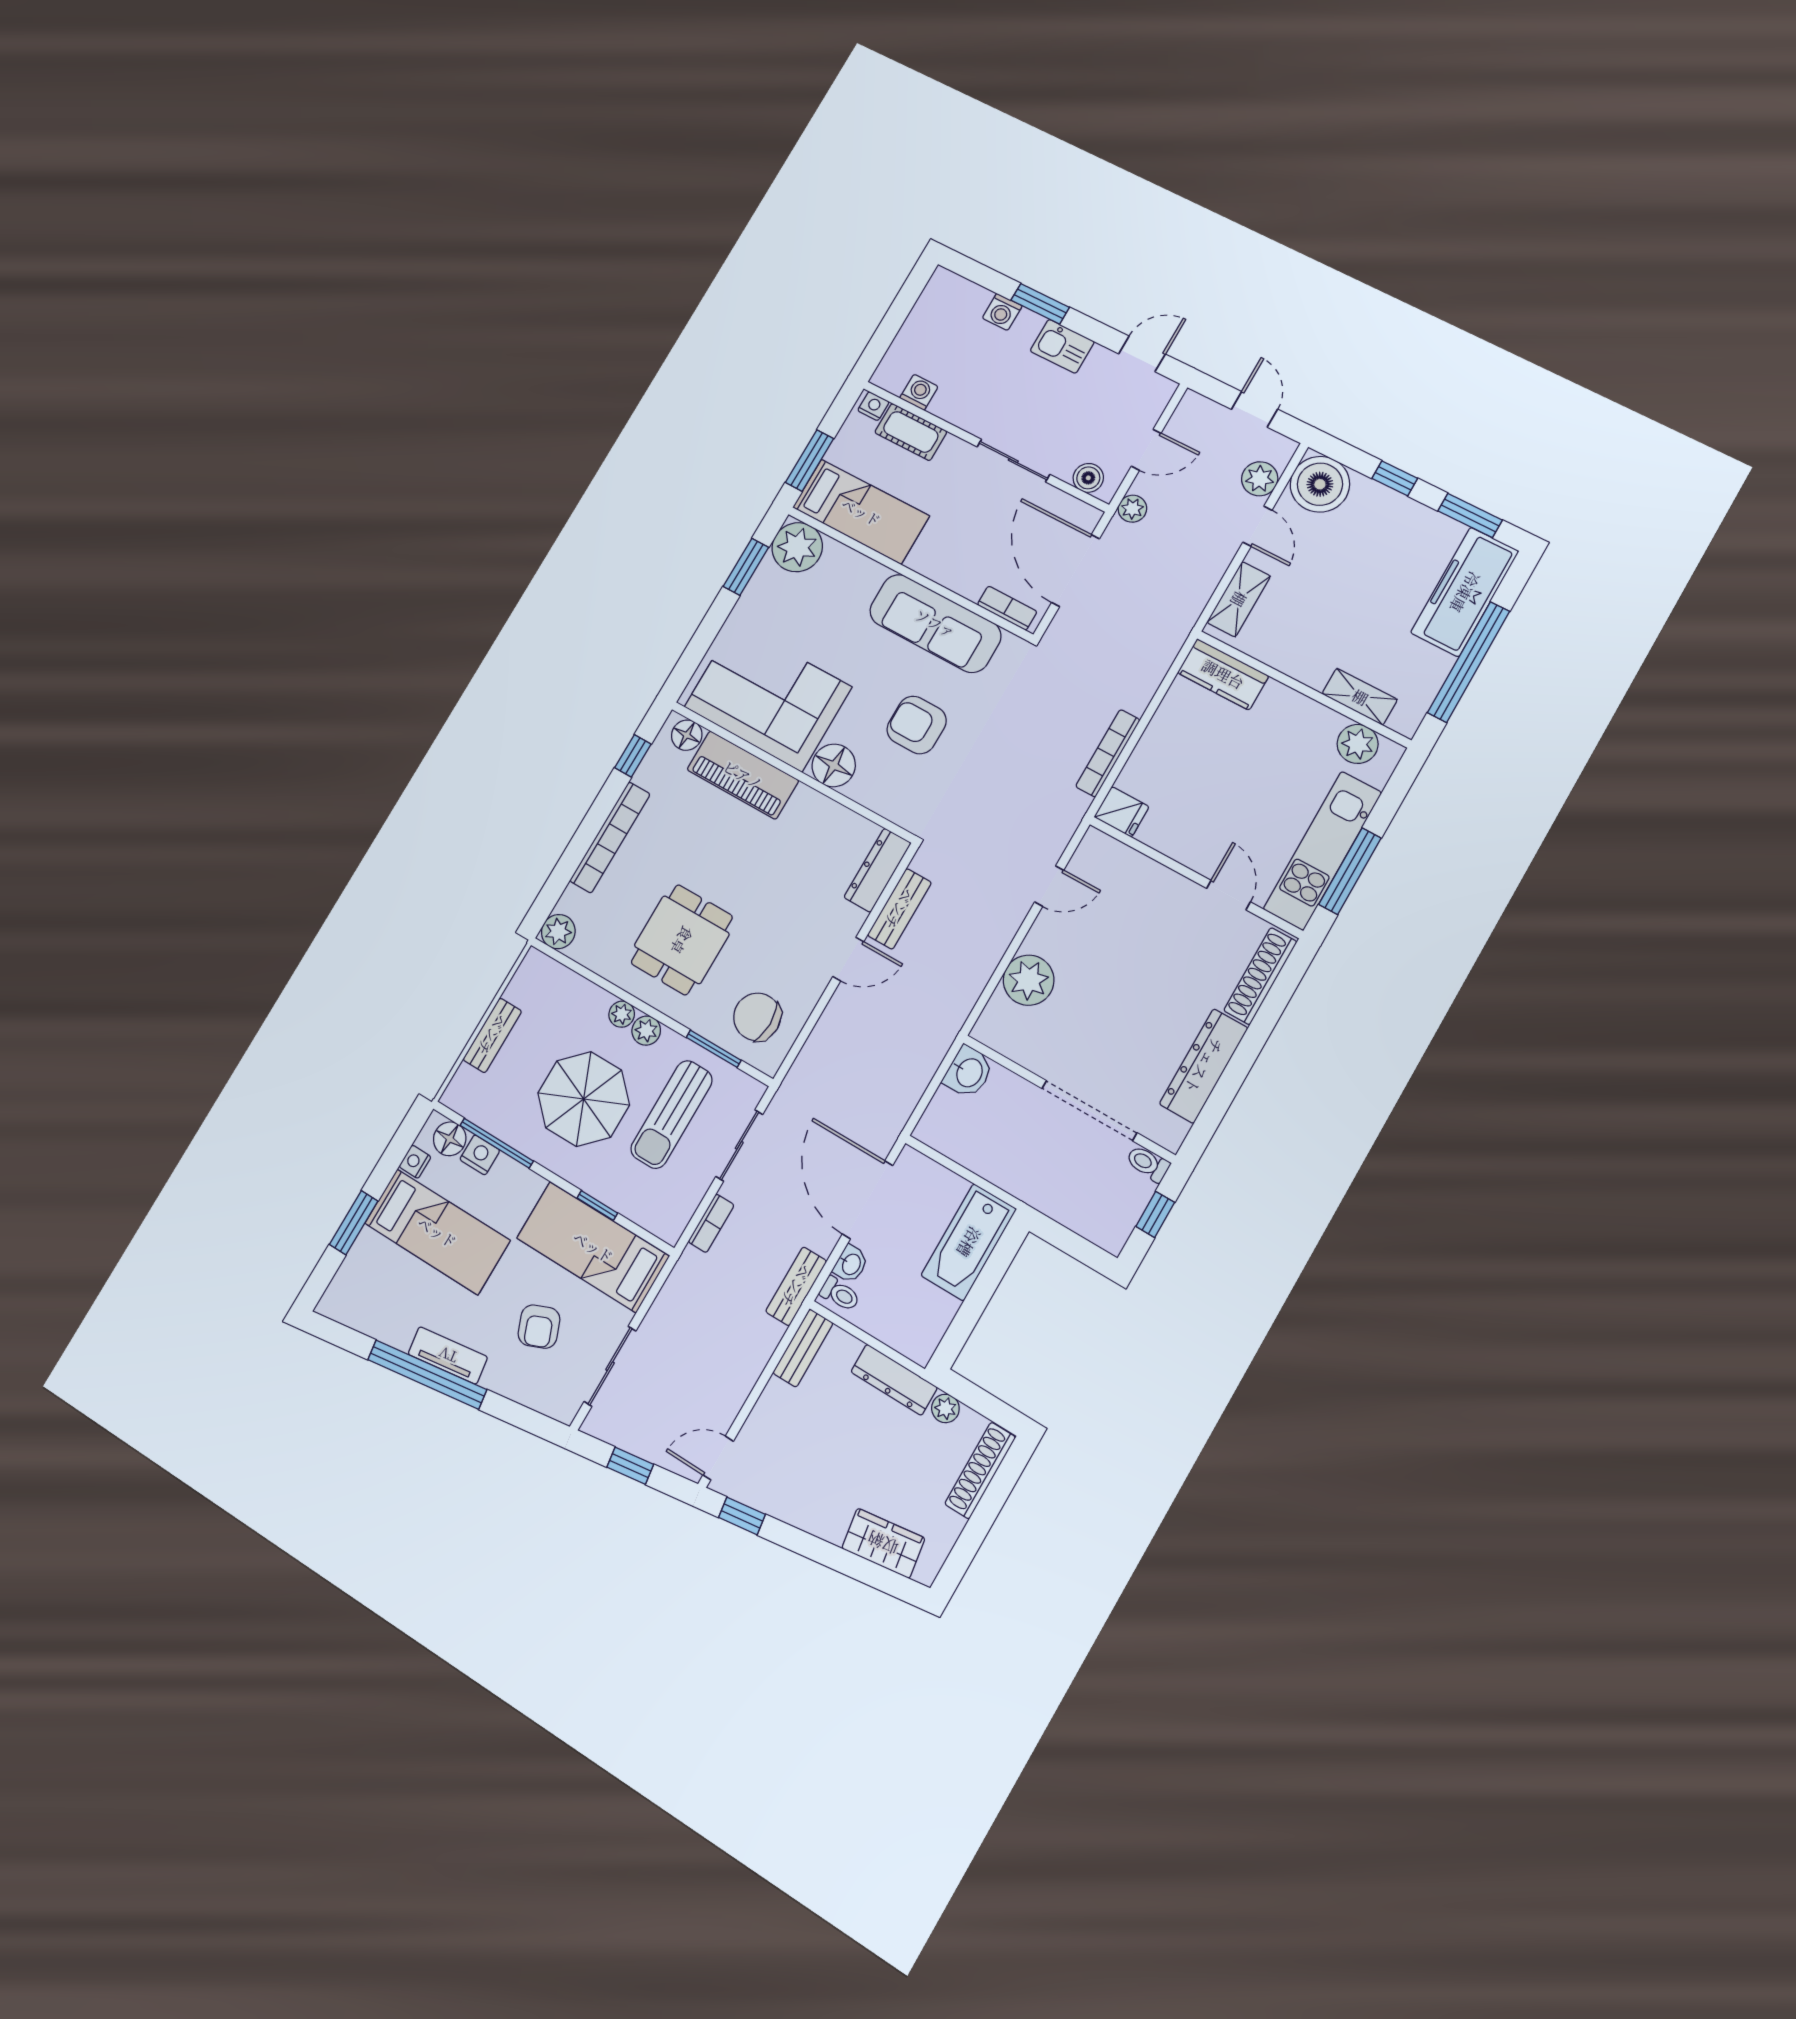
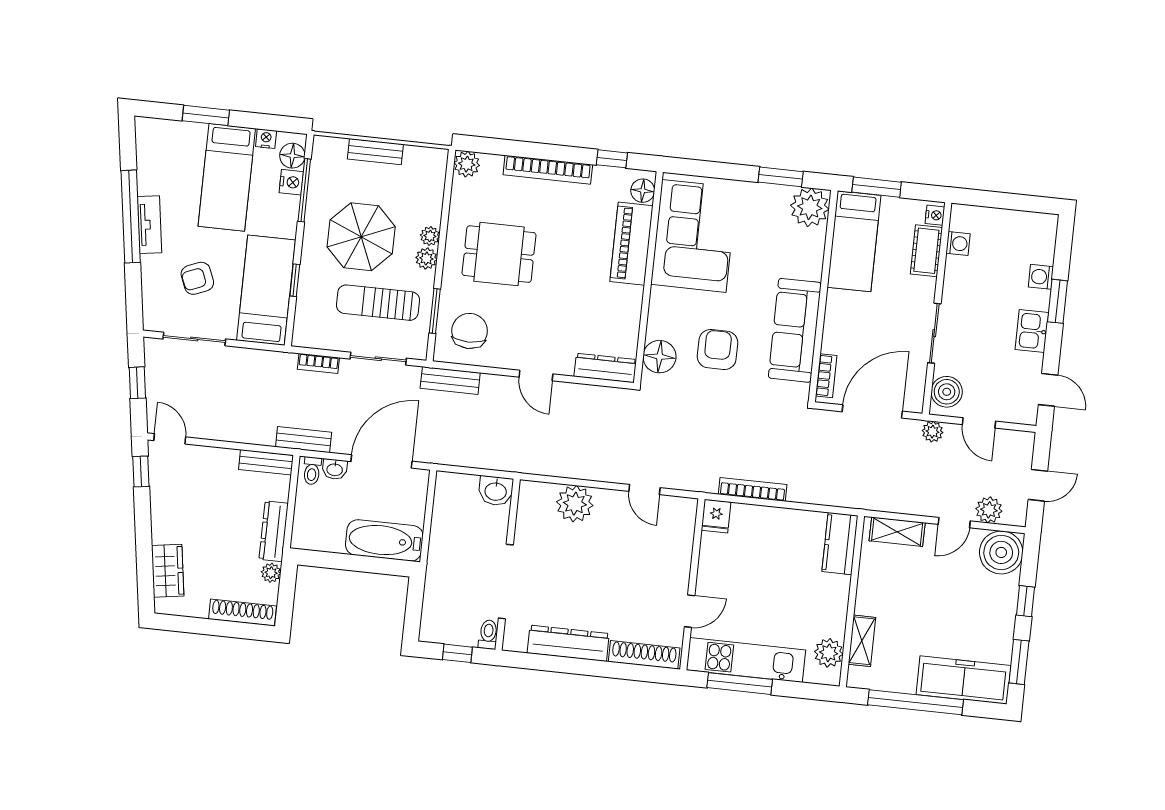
boiler: (1088, 478) -> (947, 392), width x1.36, depth x1.36
floor lamp: (834, 765) -> (659, 357), moved
bench: (899, 909) -> (450, 381), moved

